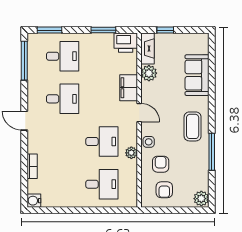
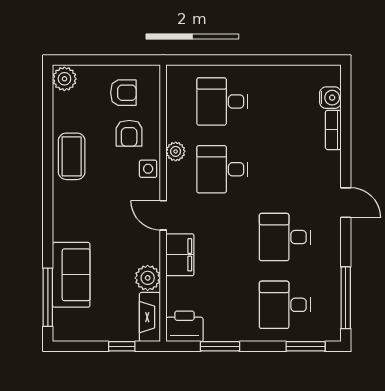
coffee table: (193, 126) -> (72, 156), moved
window: (212, 152) -> (48, 297), moved
armchair: (164, 190) -> (123, 93), turned 90
water cooler: (34, 201) -> (330, 98), moved

